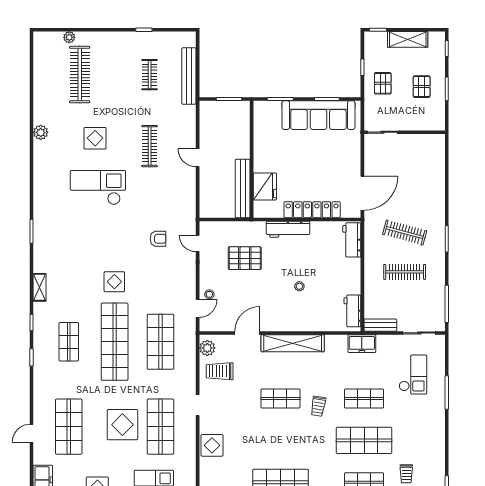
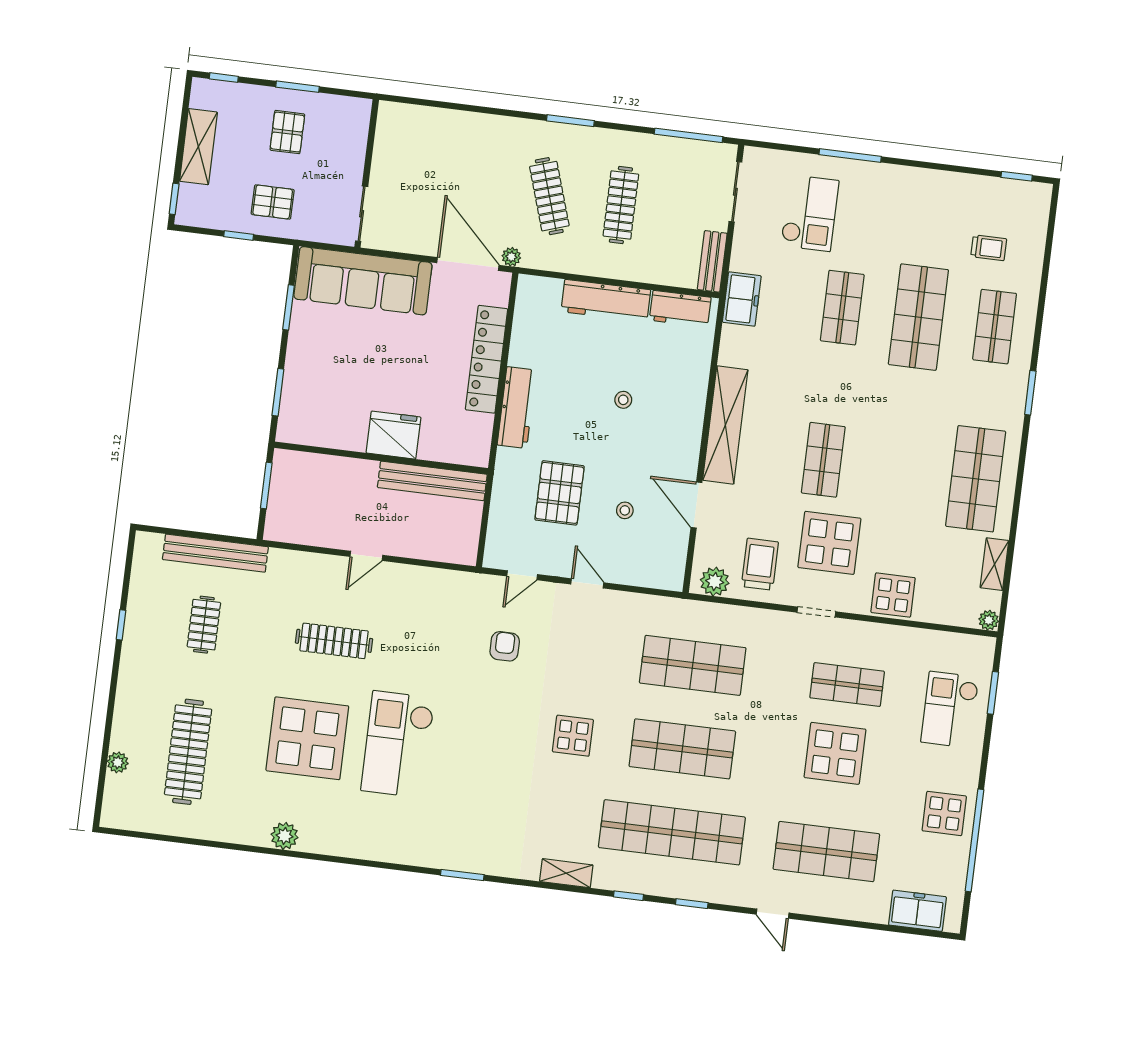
clothes rail: (80, 75) -> (188, 752), turned 90
clothes rail: (150, 75) -> (204, 625), turned 90
pallet: (422, 87) -> (287, 132), turned 90
sofa: (318, 115) -> (363, 281), moved, turned 90
display table: (95, 138) -> (307, 738), width x1.86, depth x1.86
fridge: (265, 186) -> (394, 435), moved
plant: (369, 216) -> (511, 257), added
clothes rail: (405, 233) -> (549, 196), turned -33
workbench: (352, 240) -> (606, 301), moved, width x1.38
stool: (209, 294) -> (625, 510), moved
door: (198, 308) -> (587, 583), moved
shop shelf: (69, 342) -> (672, 832), width x2.00, depth x1.36
shop shelf: (115, 342) -> (682, 749), width x0.71
trolley: (220, 371) -> (760, 564), turned 180
checkout: (413, 375) -> (810, 213), turned 90
trolley: (318, 406) -> (846, 393), removed
display table: (236, 407) -> (829, 543), added
shop shelf: (160, 427) -> (847, 685), width x0.70, depth x0.74
door: (32, 433) -> (773, 914), moved

